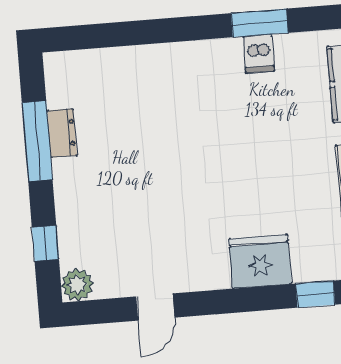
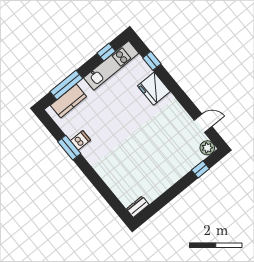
dresser: (62, 133) -> (138, 207), moved
window: (37, 141) -> (166, 198), removed
door: (156, 307) -> (203, 123), moved

